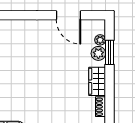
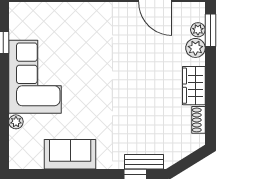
window: (109, 52) -> (211, 30), moved

